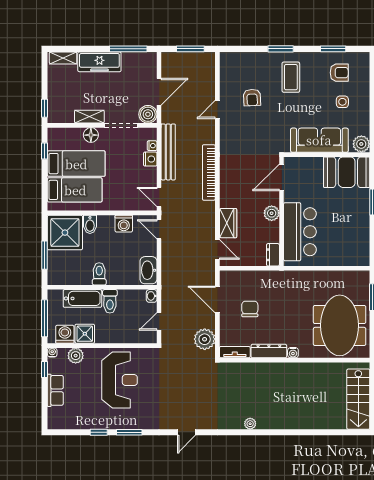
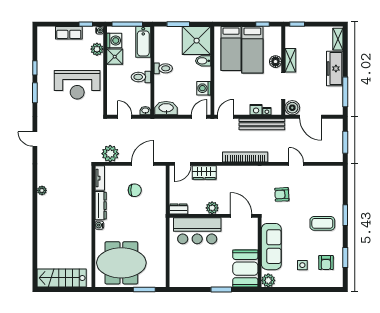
armchair: (252, 98) -> (282, 194), moved
bathtub: (82, 298) -> (143, 42), moved

